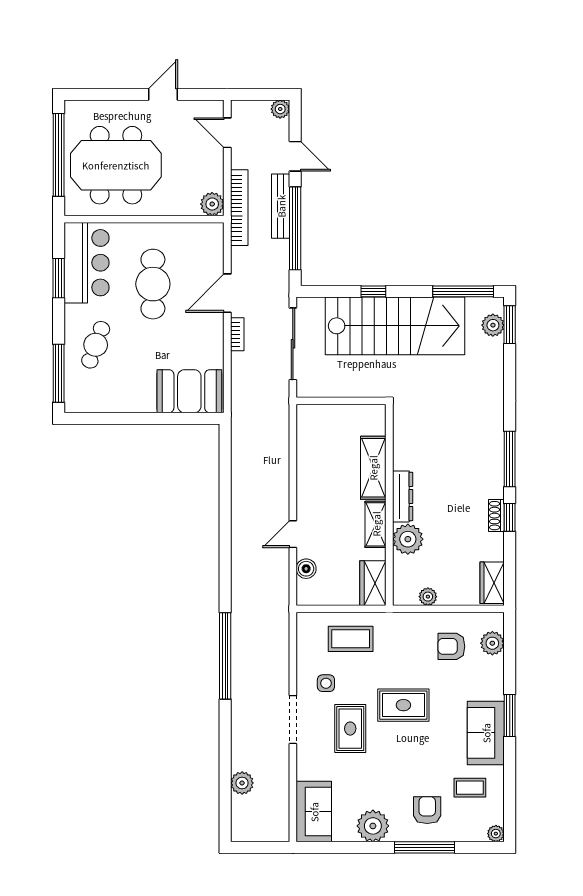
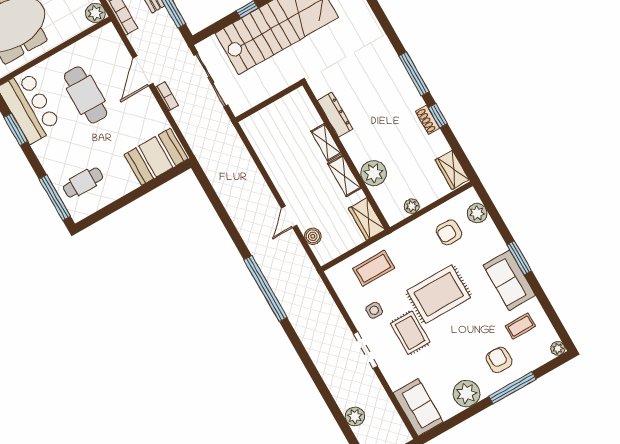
cafe table: (96, 345) -> (83, 182), moved, turned 70
shelving: (373, 468) -> (326, 142), width x0.67, depth x0.75
dresser: (403, 496) -> (335, 115), moved
window: (225, 656) -> (265, 289), moved
rug: (403, 705) -> (439, 294), width x1.36, depth x1.43

